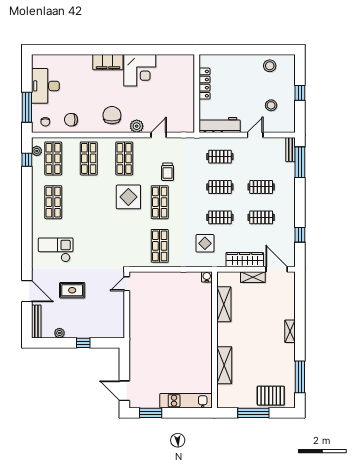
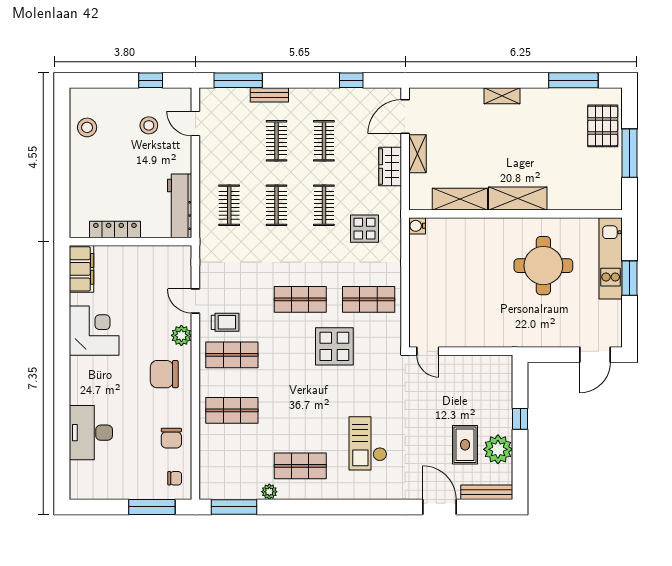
filing cabinet: (108, 62) -> (81, 269), moved
desk: (45, 86) -> (91, 433), moved, turned 90
window: (300, 93) -> (151, 80), moved
door: (255, 135) -> (195, 124), moved
bench: (290, 150) -> (269, 95), moved
plant: (37, 151) -> (269, 492), moved
shop shelf: (53, 158) -> (232, 466), removed
window: (27, 160) -> (234, 507), width x2.17
trolley: (168, 172) -> (225, 322), moved
display table: (128, 197) -> (334, 346), moved
checkout: (56, 250) -> (368, 443), moved
wardrobe: (245, 260) -> (390, 166), width x0.67
rug: (72, 290) -> (465, 445), moved
door: (27, 291) -> (439, 507), hinge flipped
plant: (59, 333) -> (498, 449), width x1.88, depth x1.88
round table: (181, 358) -> (543, 266), added
shelving: (224, 365) -> (518, 198), moved
window: (151, 413) -> (629, 278), moved

